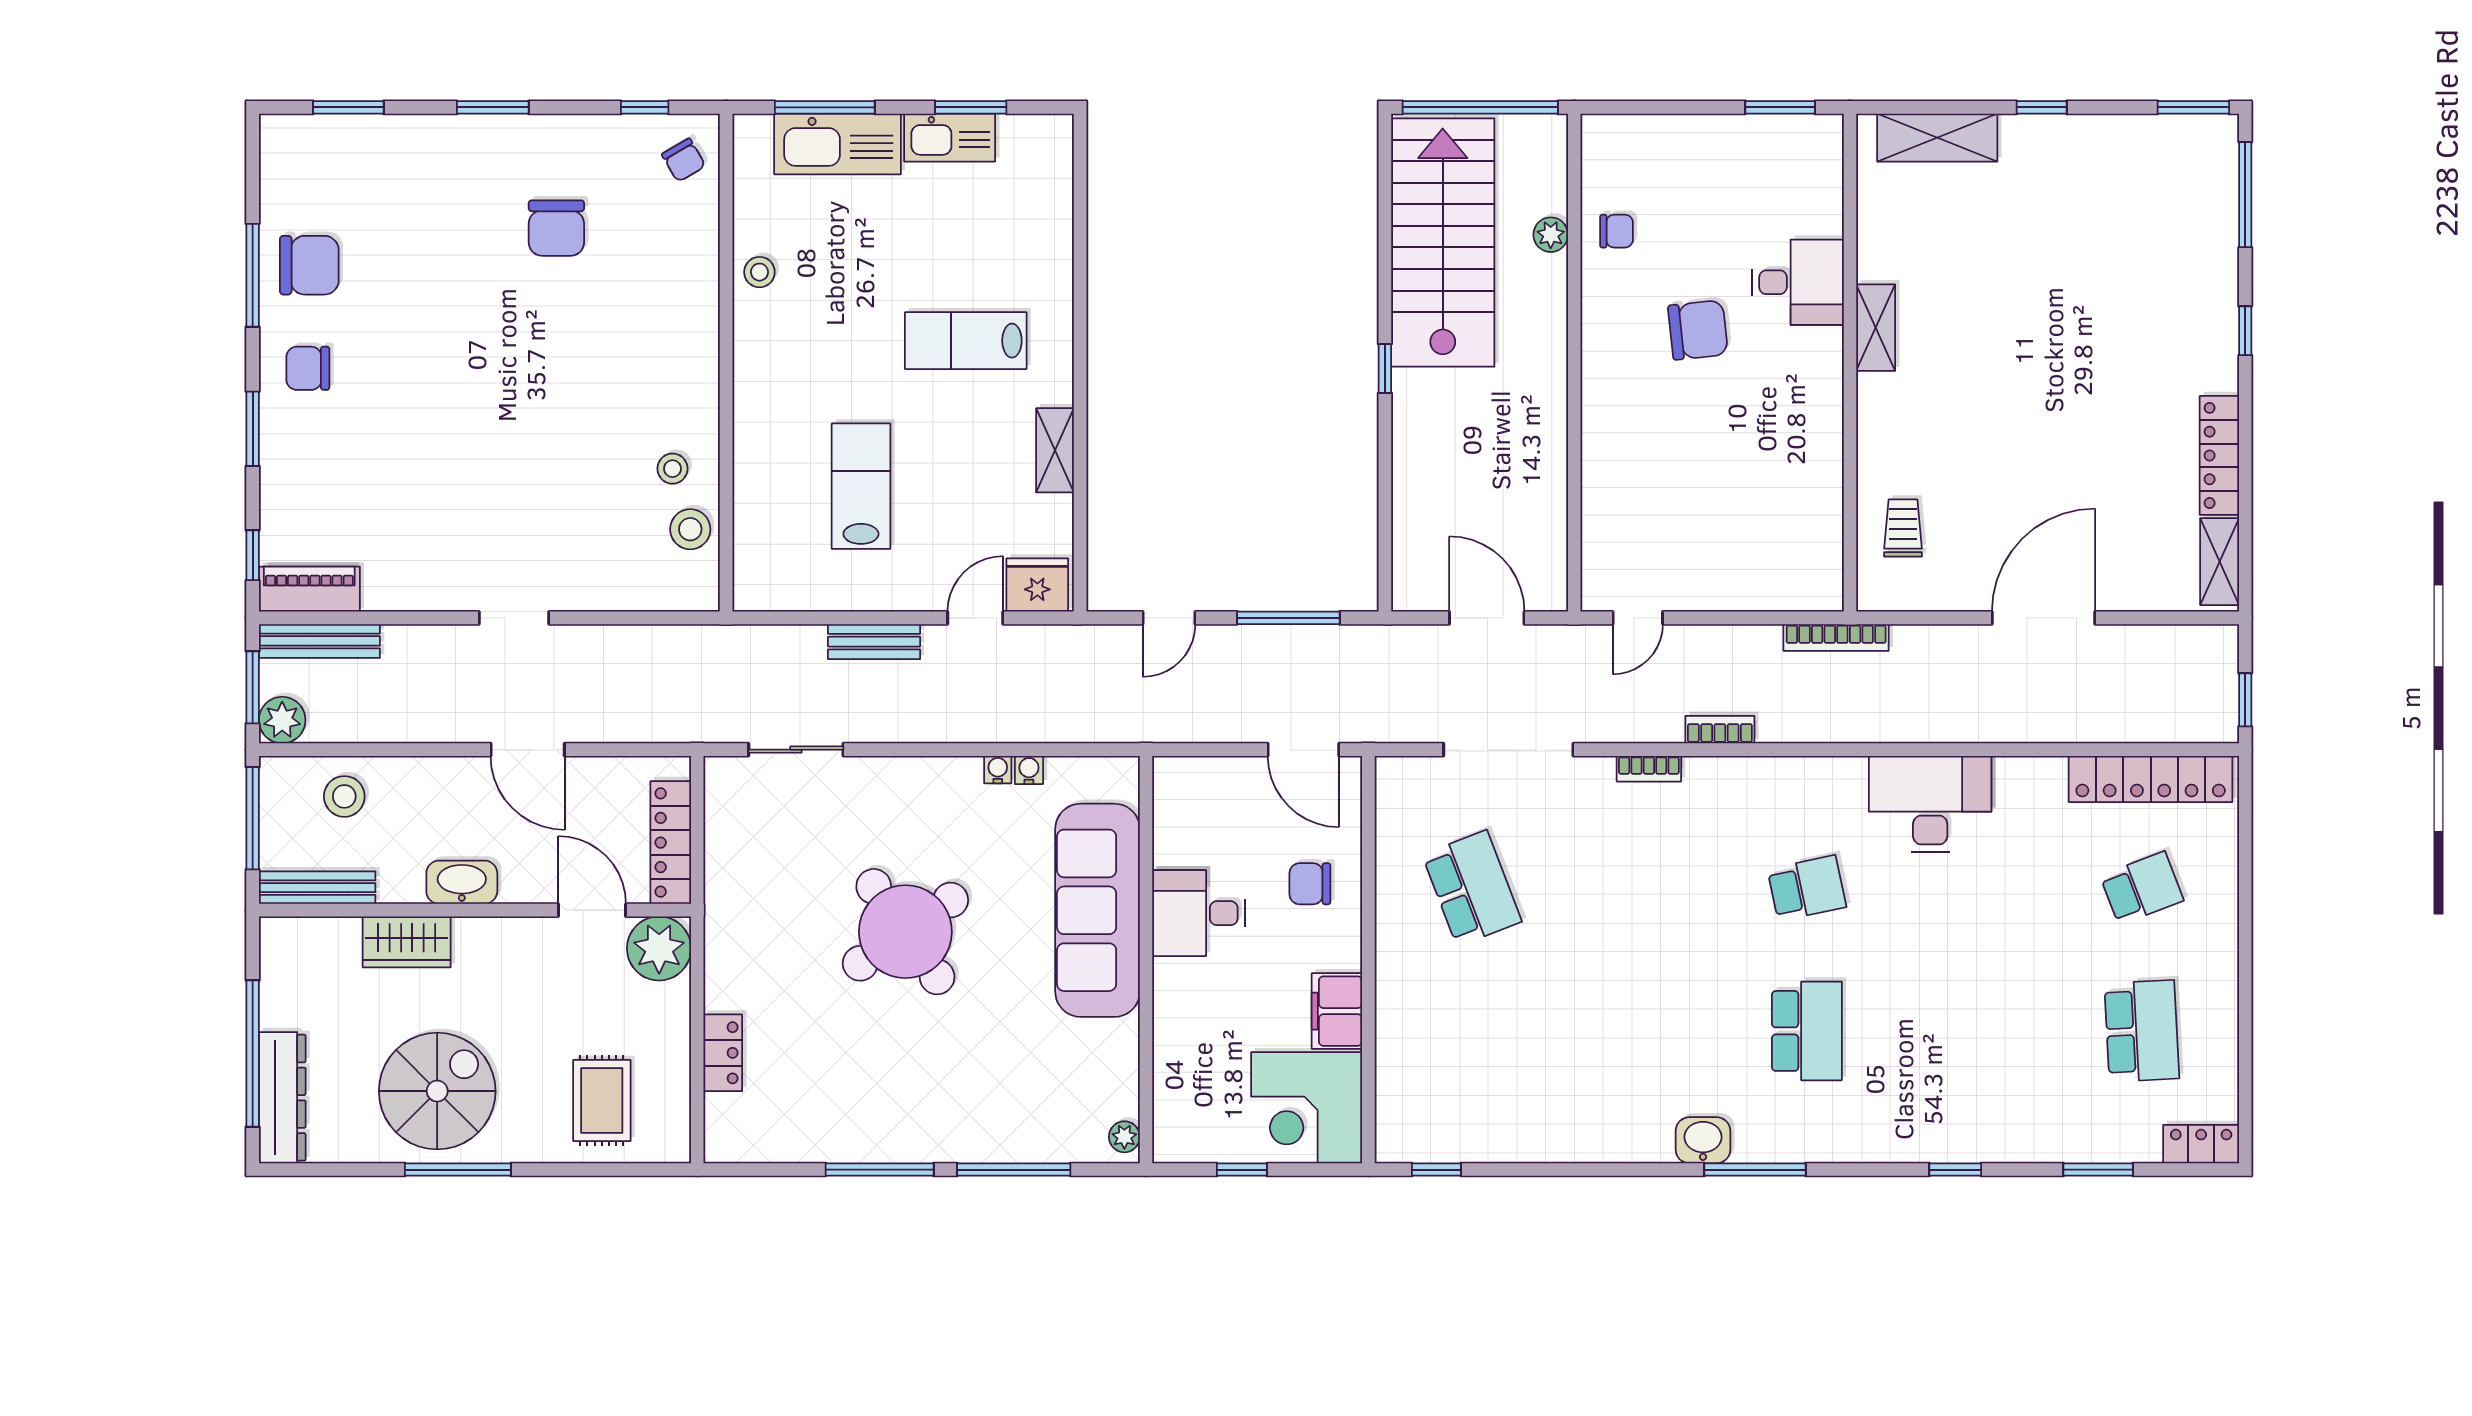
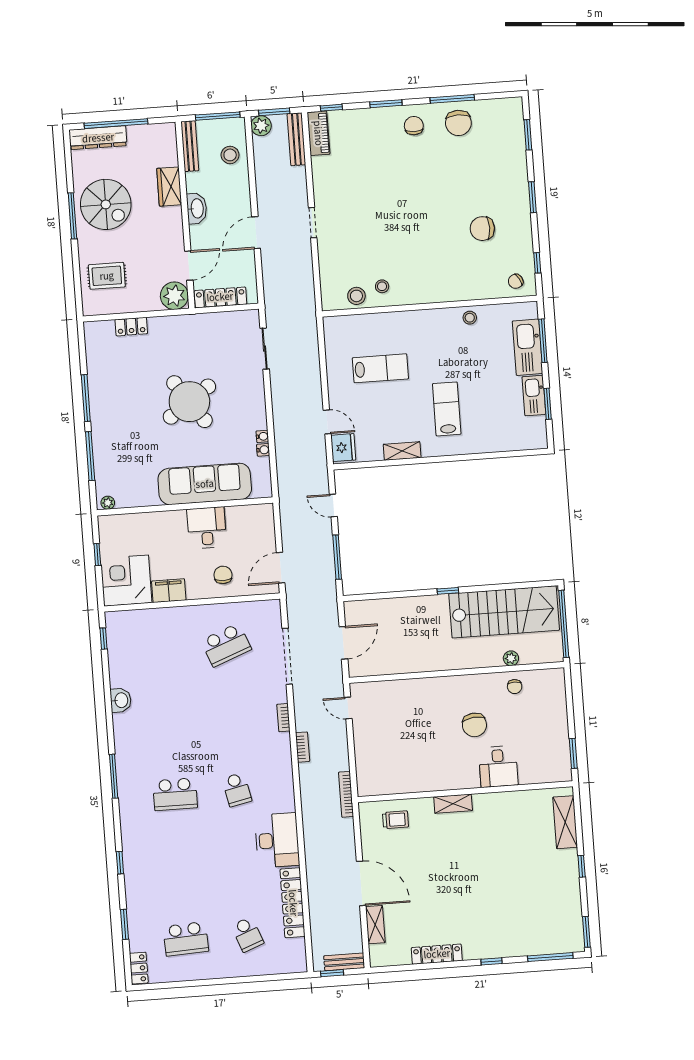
shelving: (1876, 328) -> (453, 804), moved
shelving: (2220, 562) -> (375, 925), moved, turned 90
bench: (874, 642) -> (344, 962), moved, turned 90
locker: (2151, 779) -> (293, 903), moved
washbasin: (1703, 1140) -> (121, 700), moved

